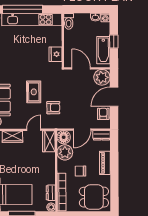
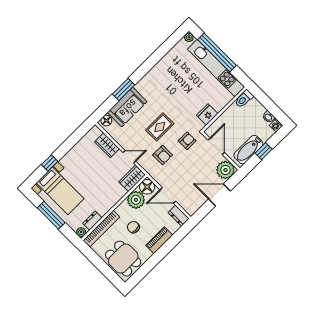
armchair: (103, 114) -> (187, 141), moved

